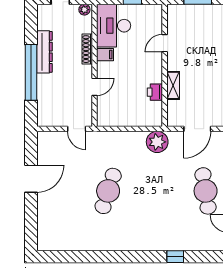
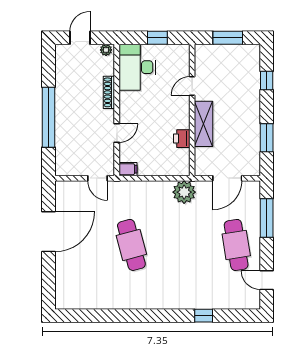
dresser: (44, 52) -> (63, 95), removed
filing cabinet: (105, 55) -> (128, 169), moved
shelving: (173, 85) -> (204, 124), width x1.50, depth x1.33
door: (31, 179) -> (49, 232), width x1.36
cafe table: (108, 191) -> (131, 245), turned -33

